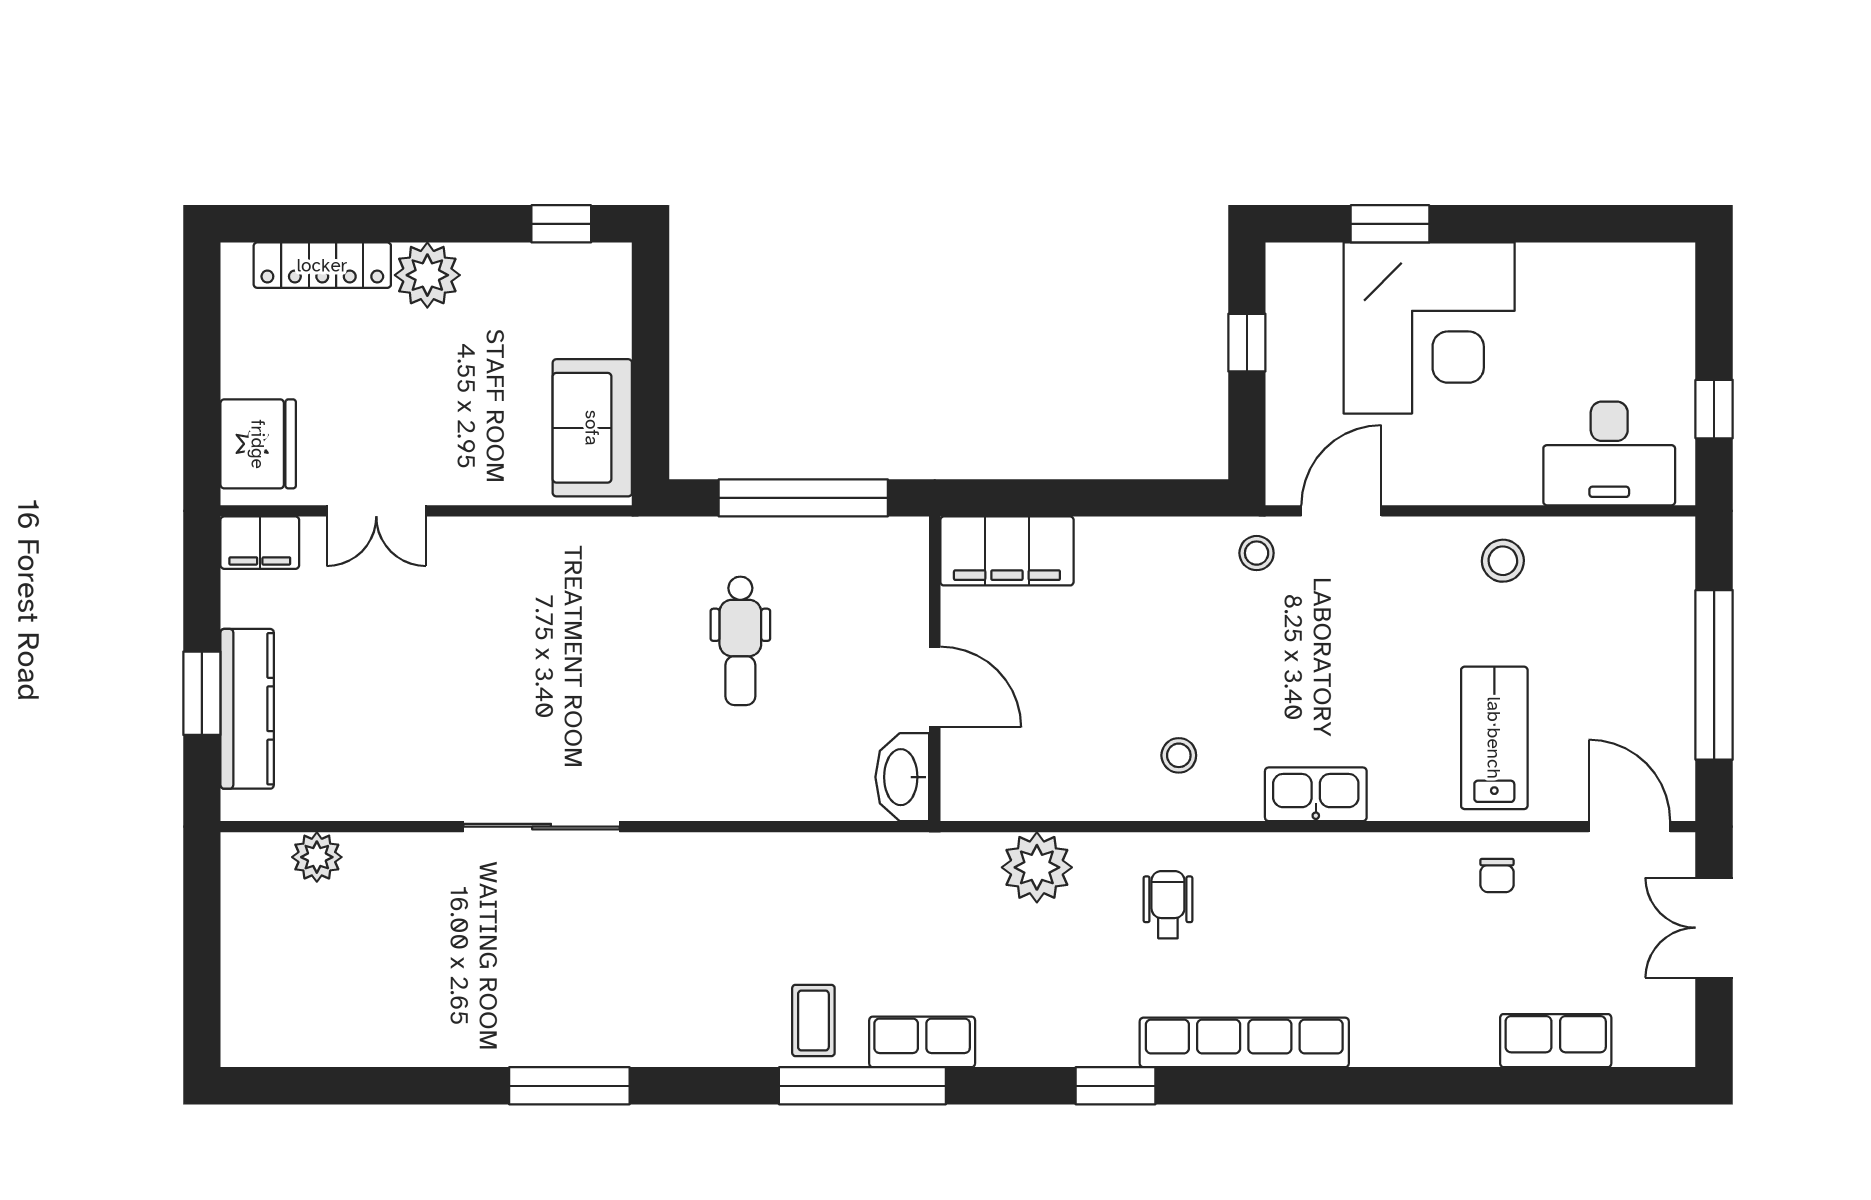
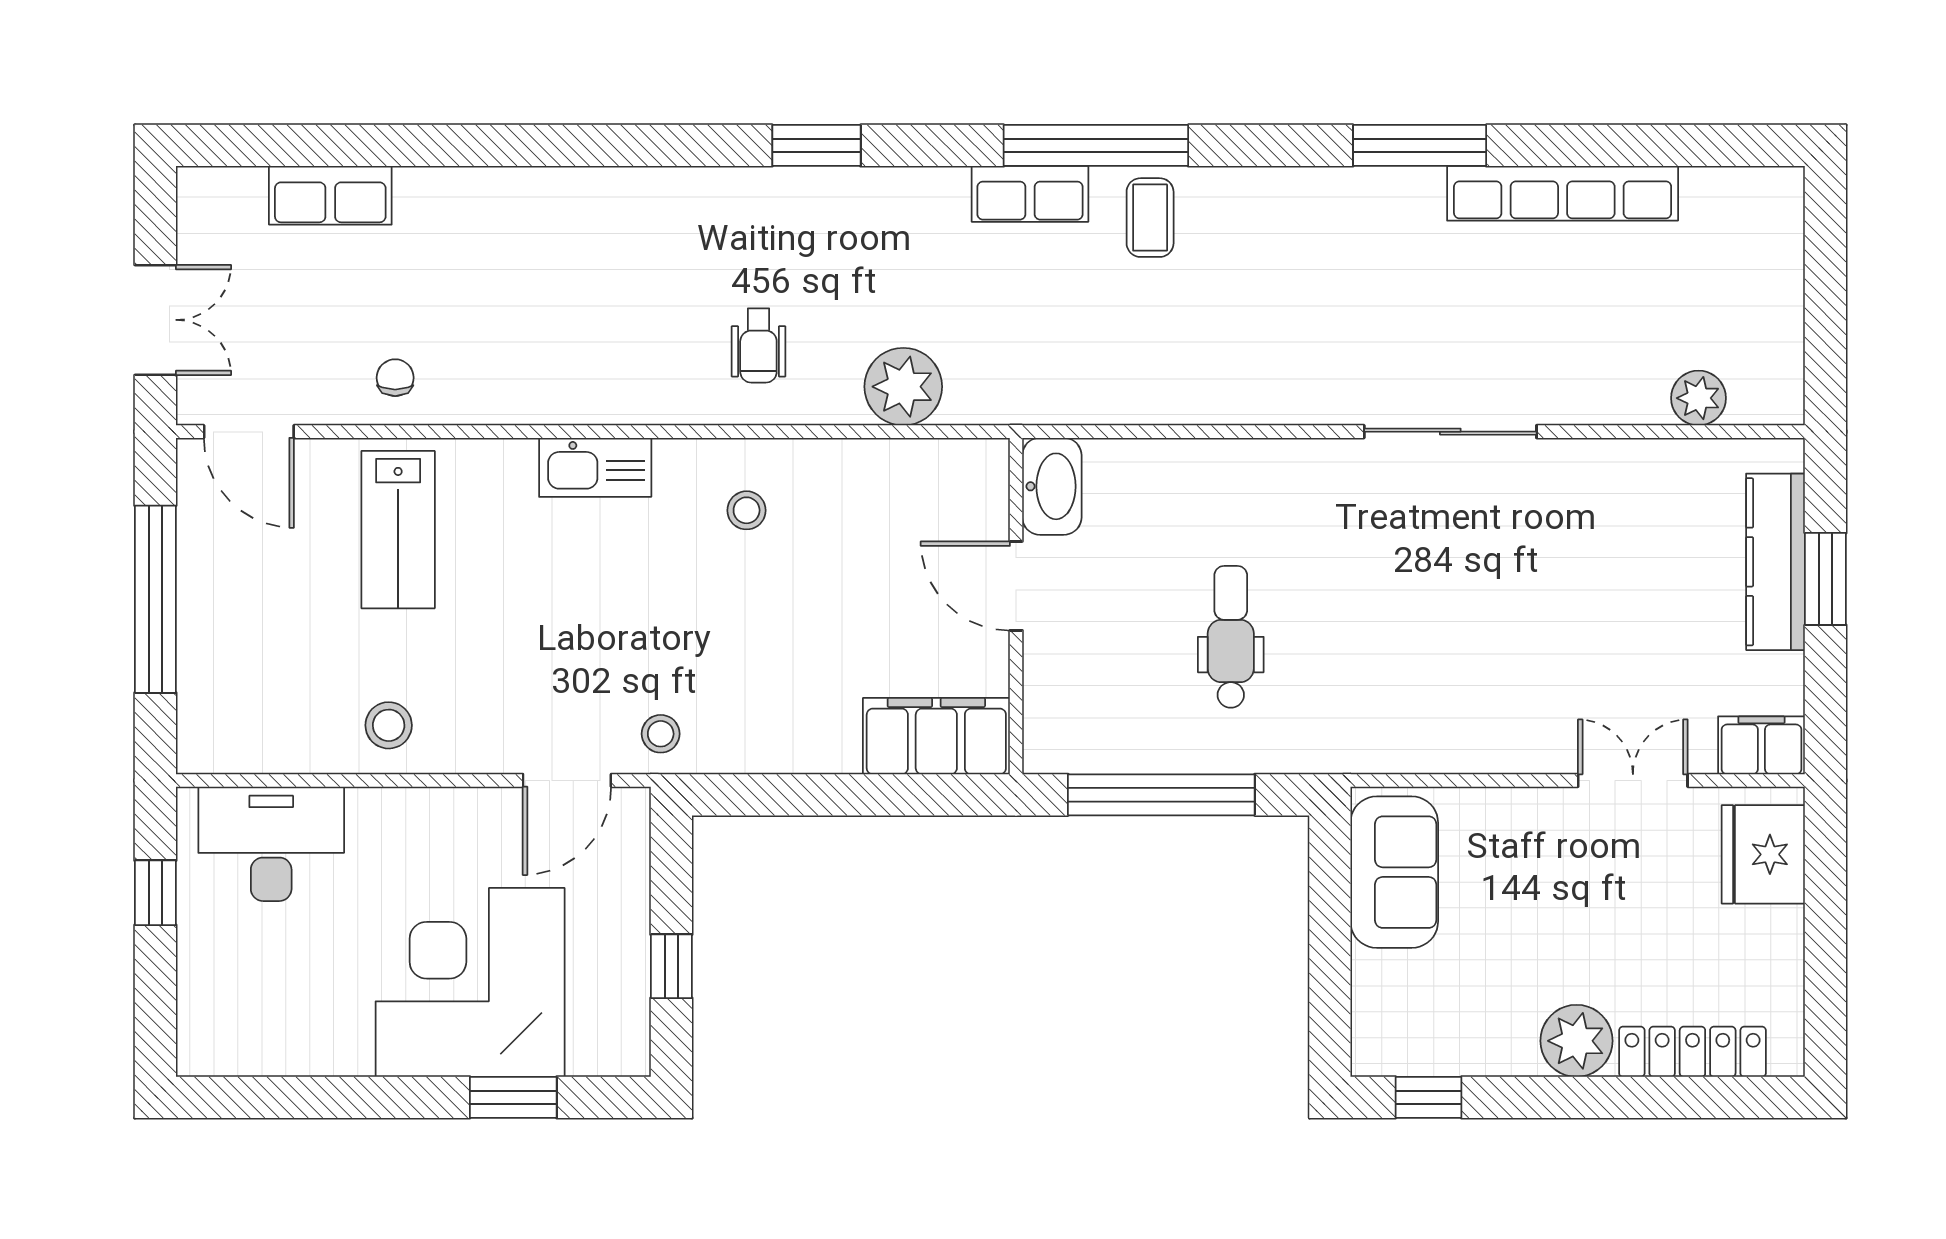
row of seats: (1244, 1042) -> (1563, 193), moved

